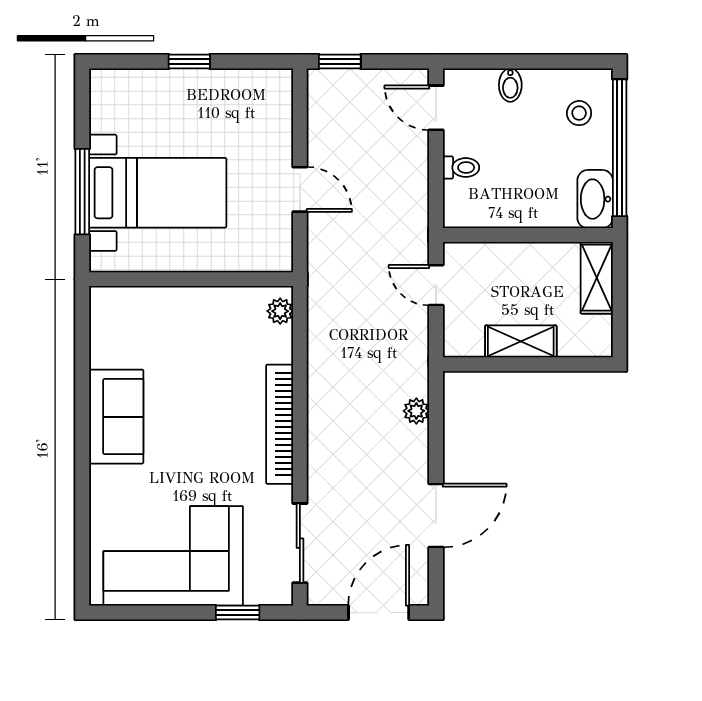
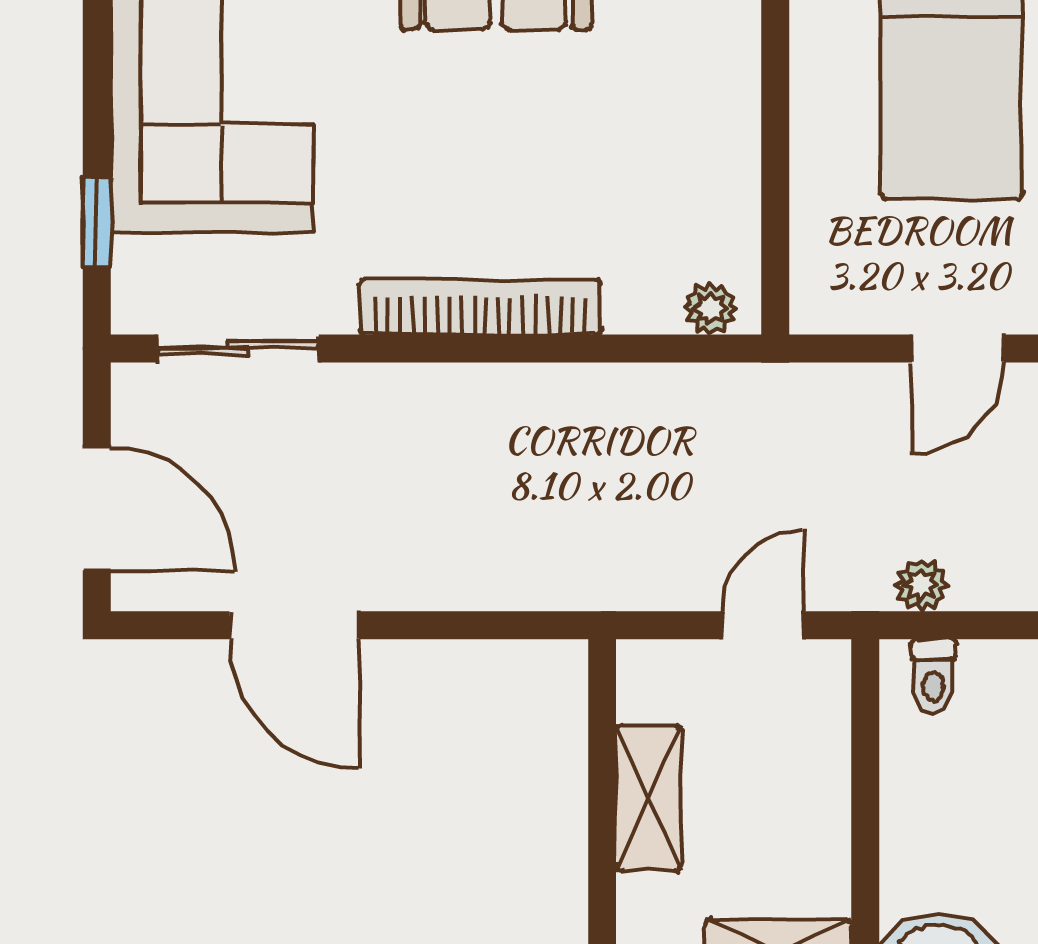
toilet: (461, 167) -> (933, 676), moved
plant: (416, 411) -> (921, 585), moved

